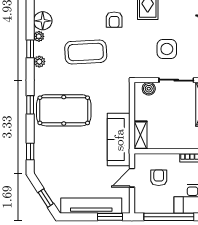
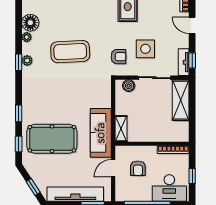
armchair: (114, 20) -> (119, 57), moved, turned -90
window: (30, 49) -> (19, 62), moved
window: (30, 105) -> (19, 113), moved
pool table: (64, 110) -> (52, 139), moved
armchair: (159, 178) -> (138, 168), turned 180

